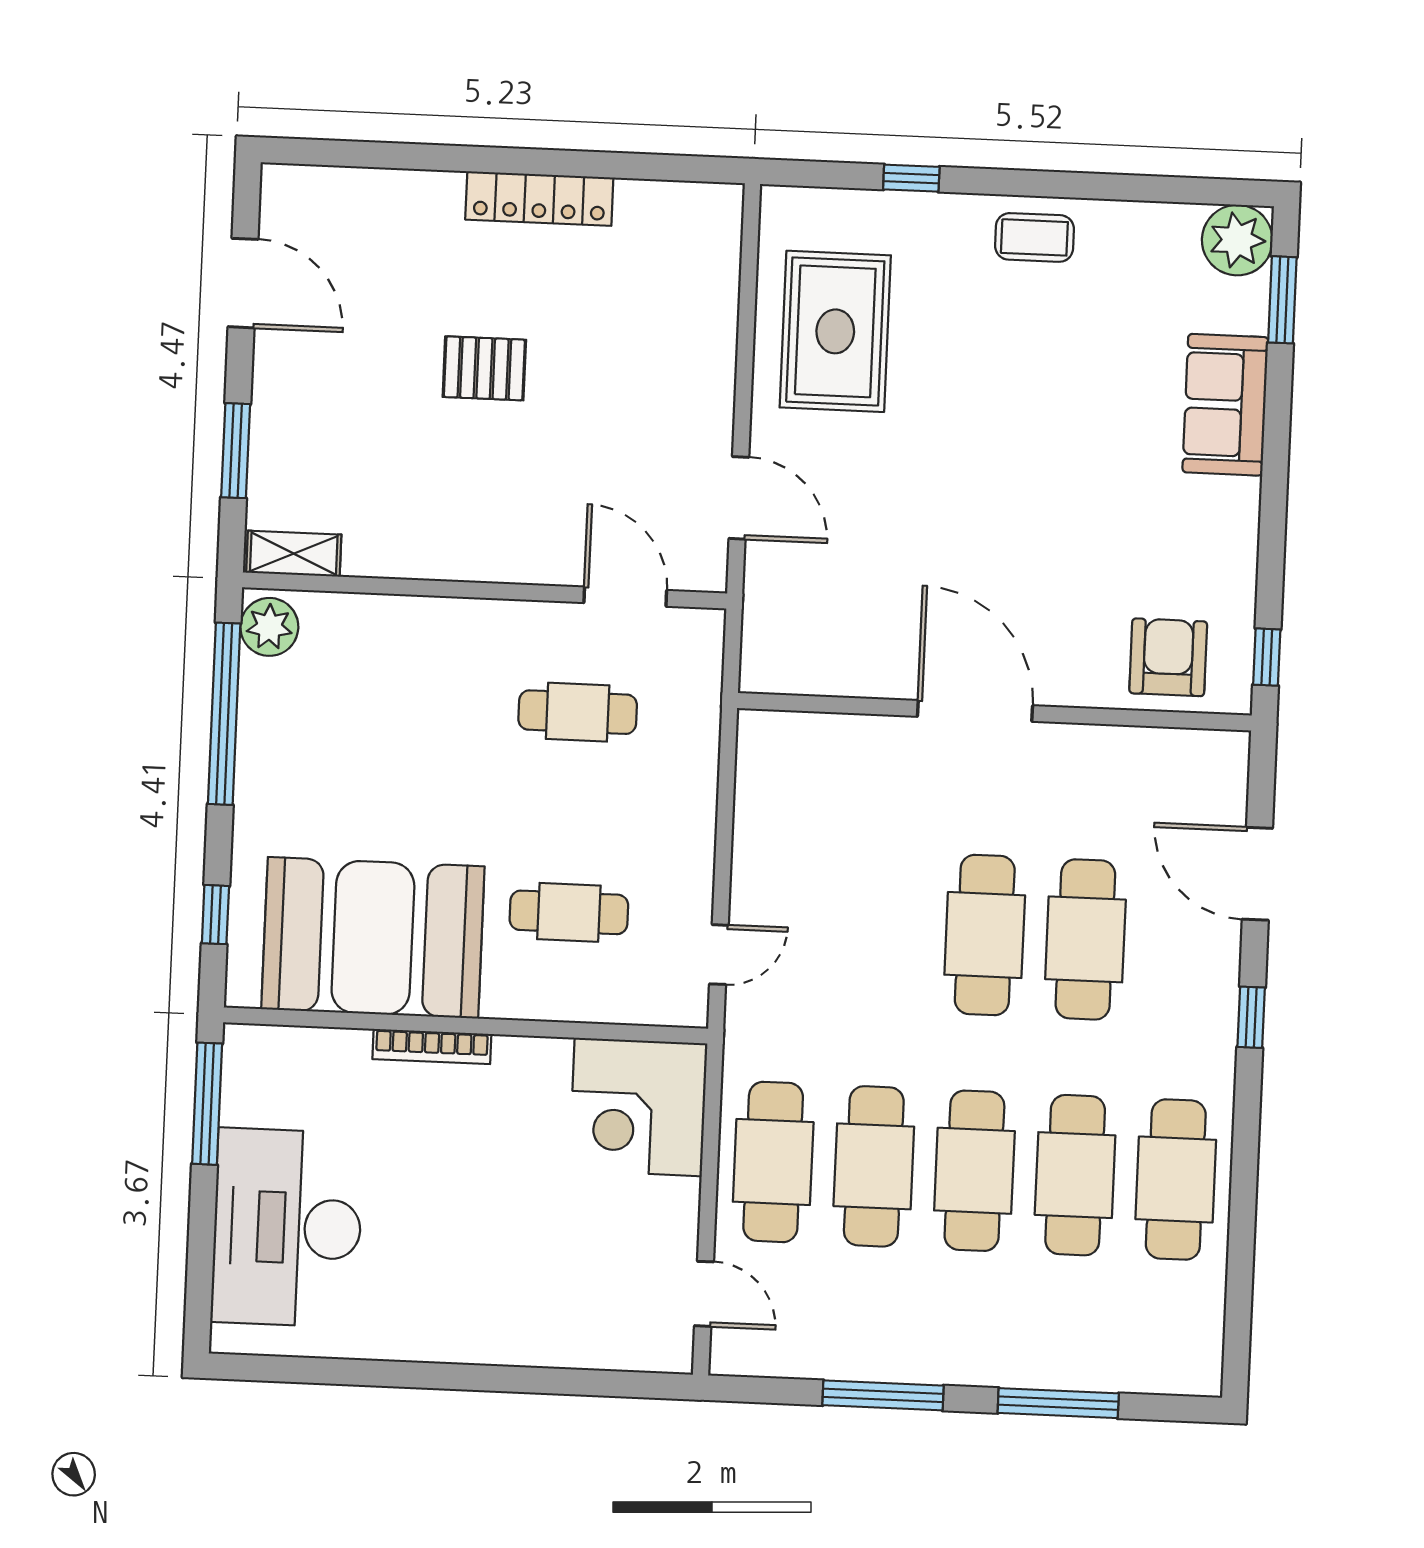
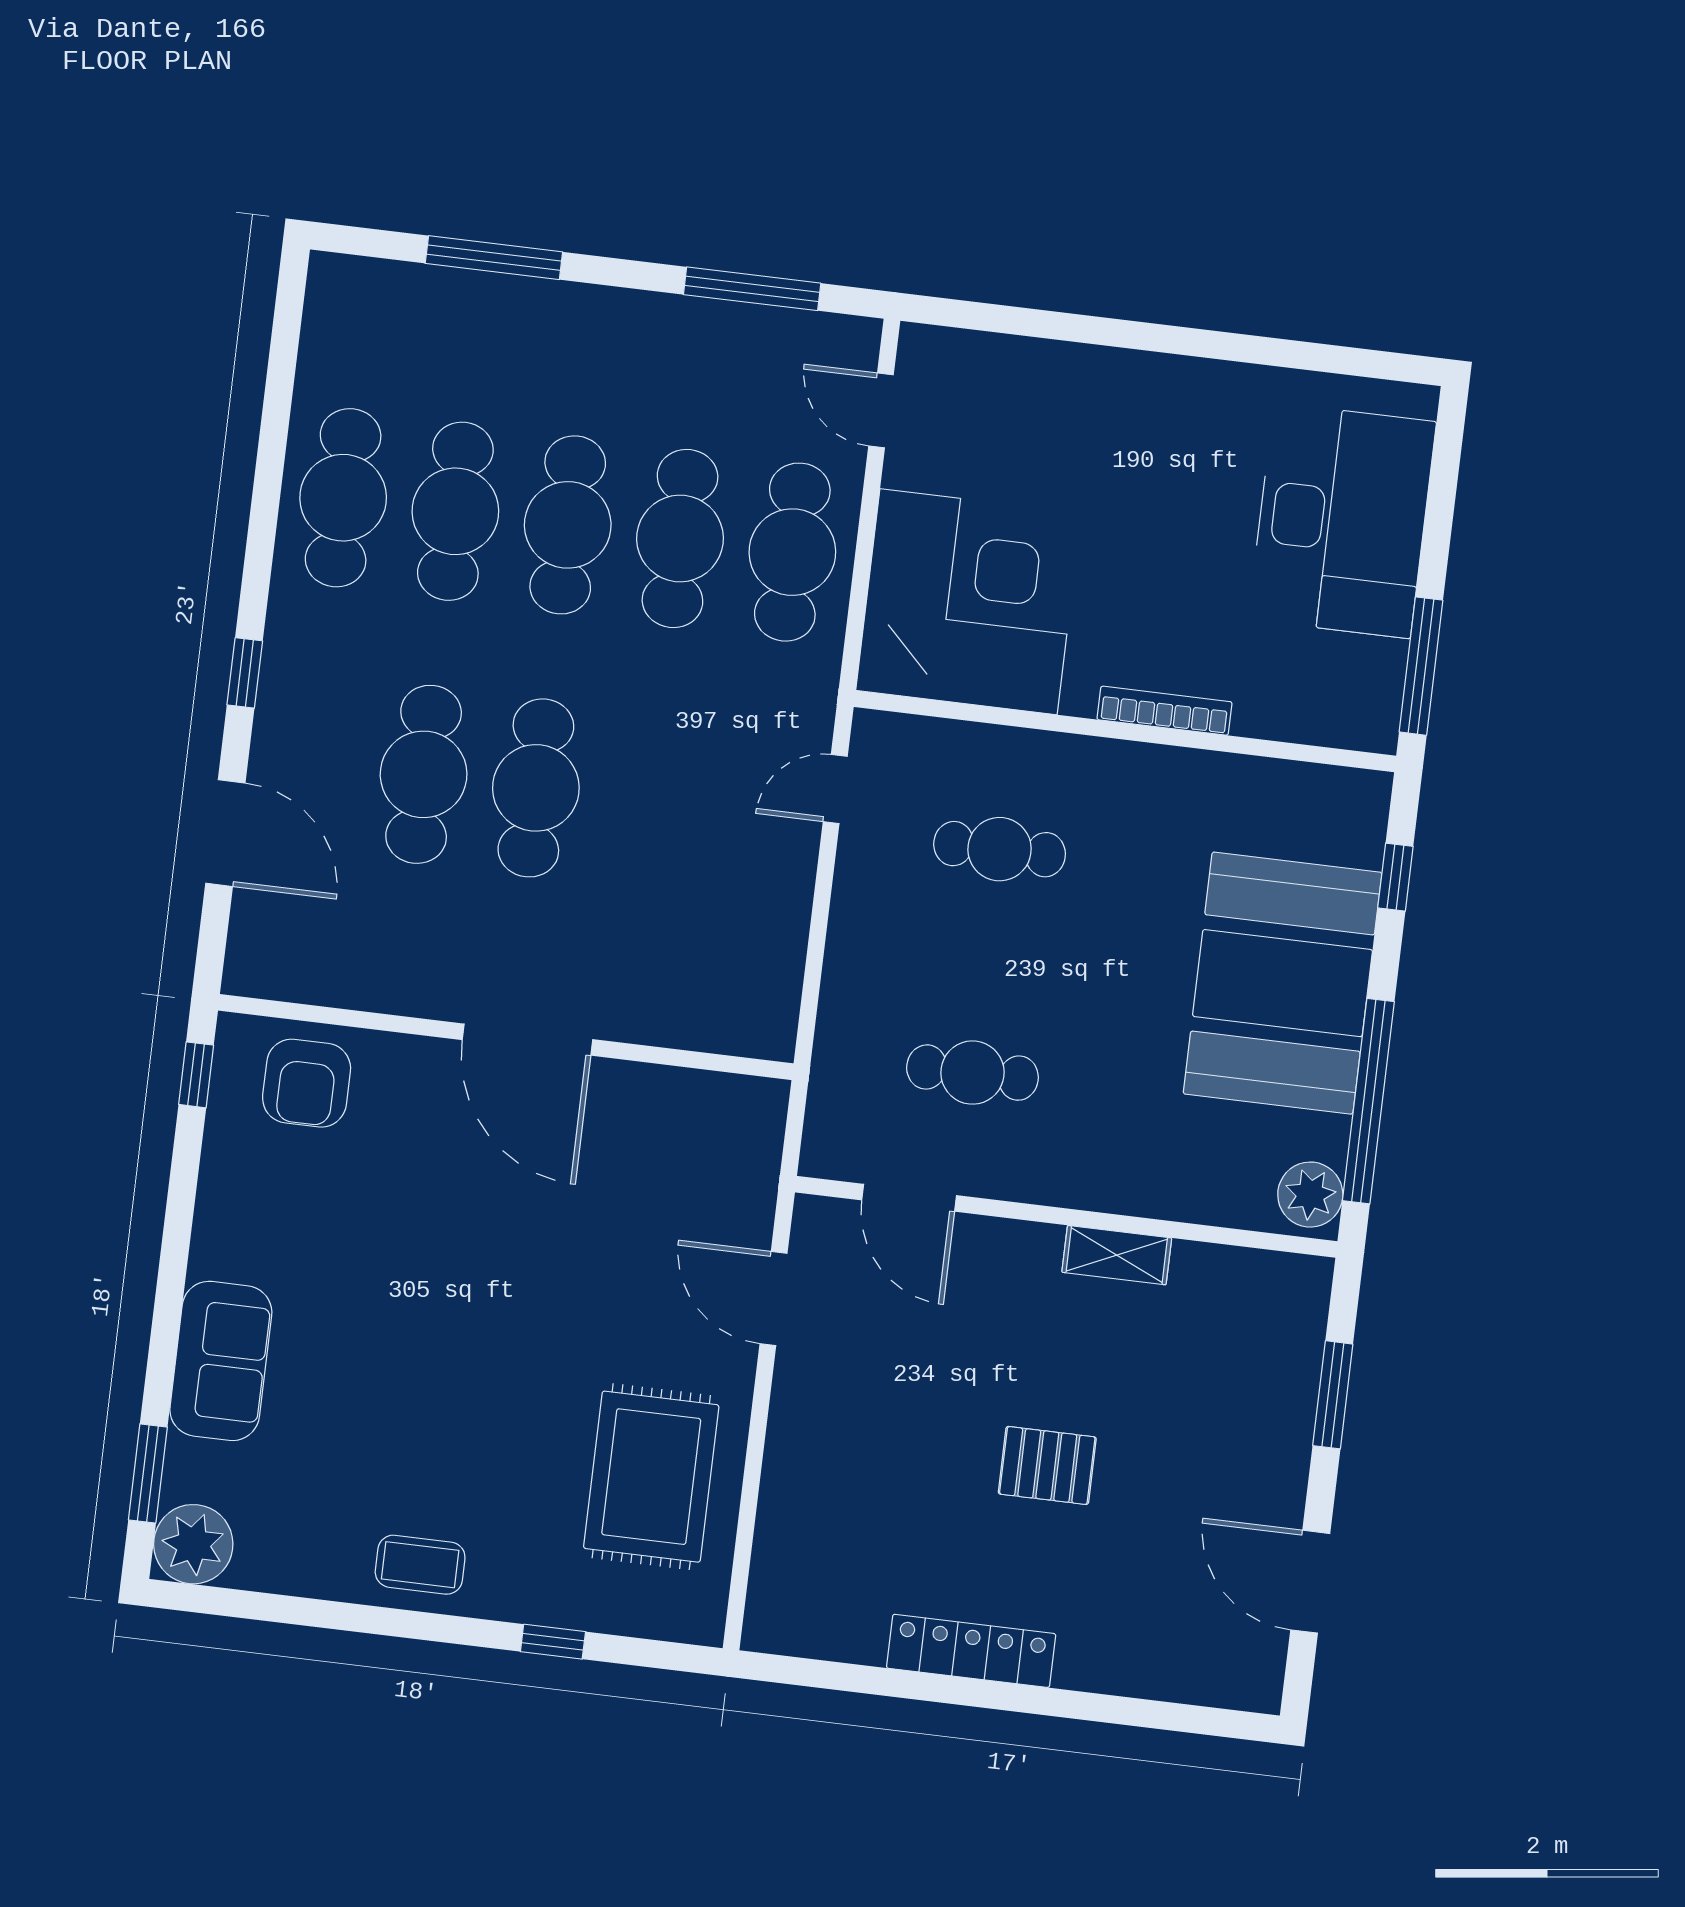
shelving: (294, 554) -> (1117, 1255), moved
booth: (373, 938) -> (1283, 983), moved, turned 90
corner desk: (638, 1107) -> (969, 602), width x1.36, depth x1.36
window: (883, 1395) -> (752, 289), moved

